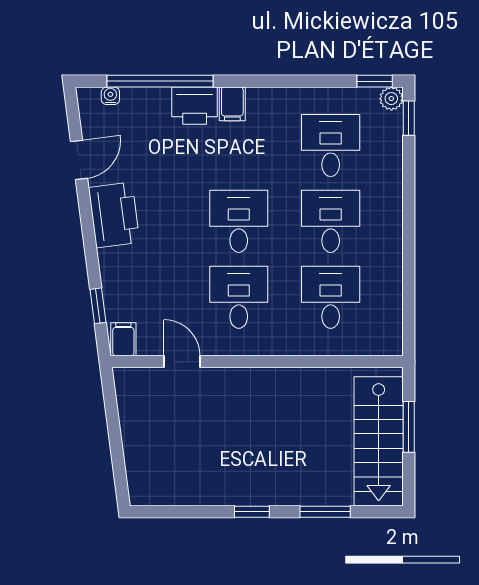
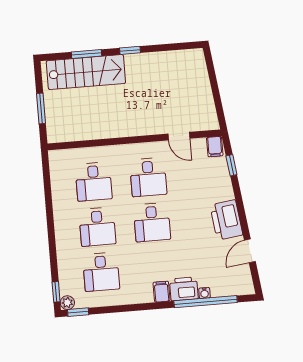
water cooler: (110, 96) -> (204, 293), moved
stairs: (379, 441) -> (86, 72), moved, turned 90

